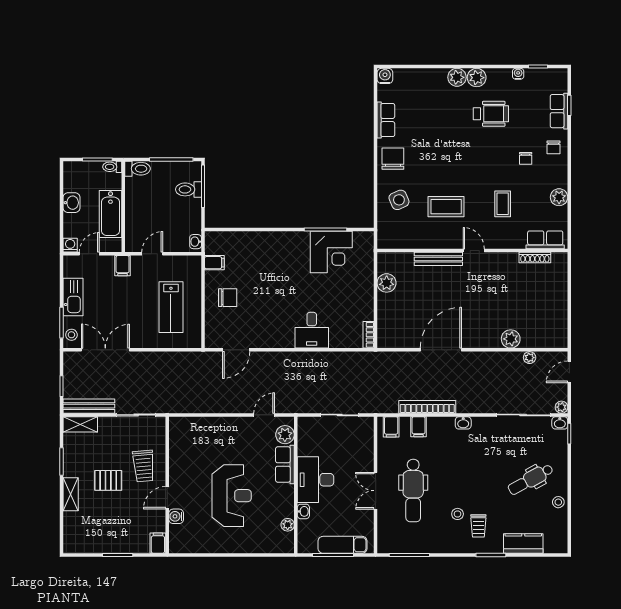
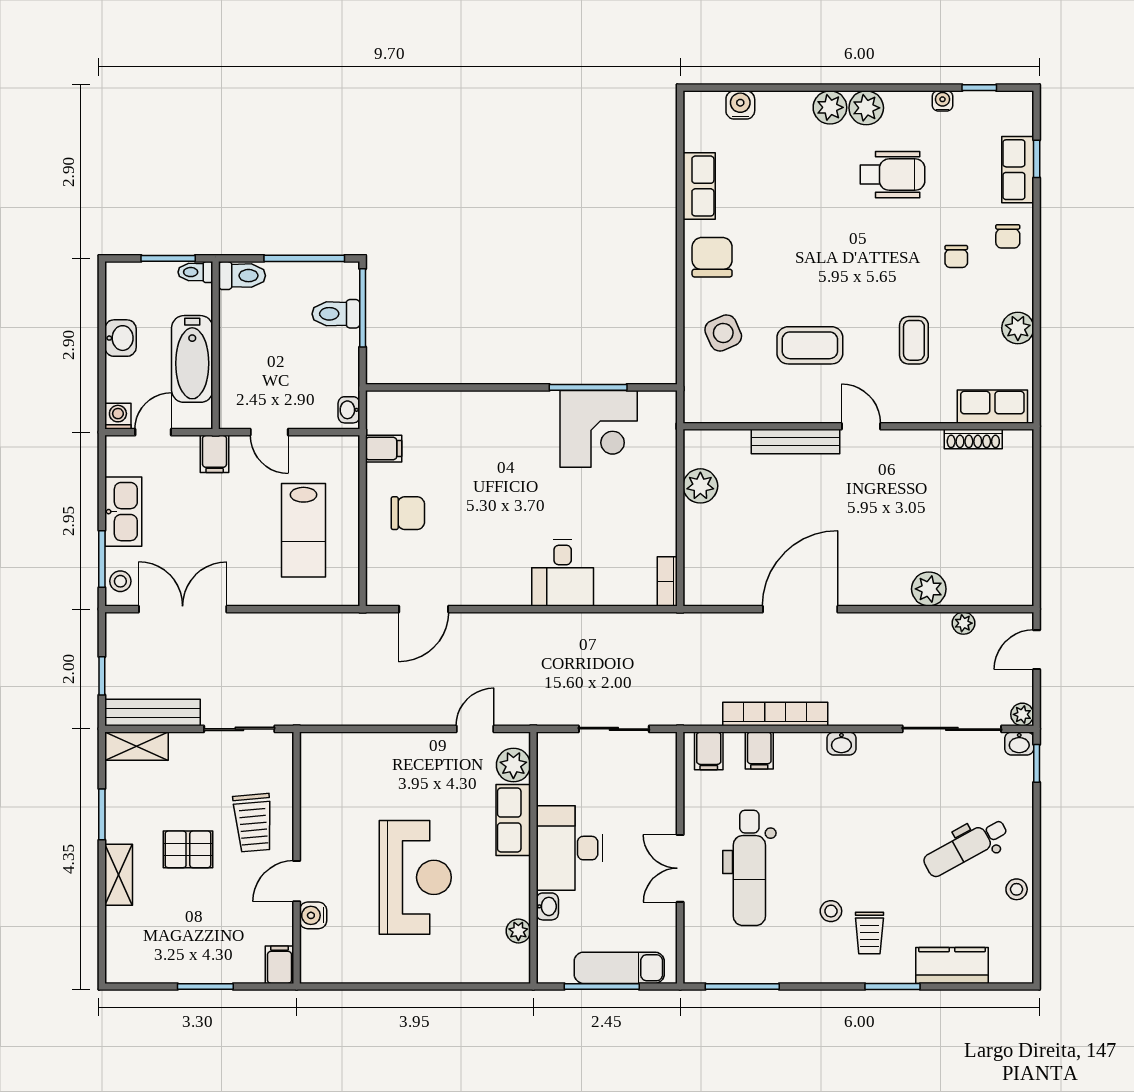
water cooler: (385, 76) -> (740, 105), moved
door: (152, 254) -> (269, 432), swing flipped

